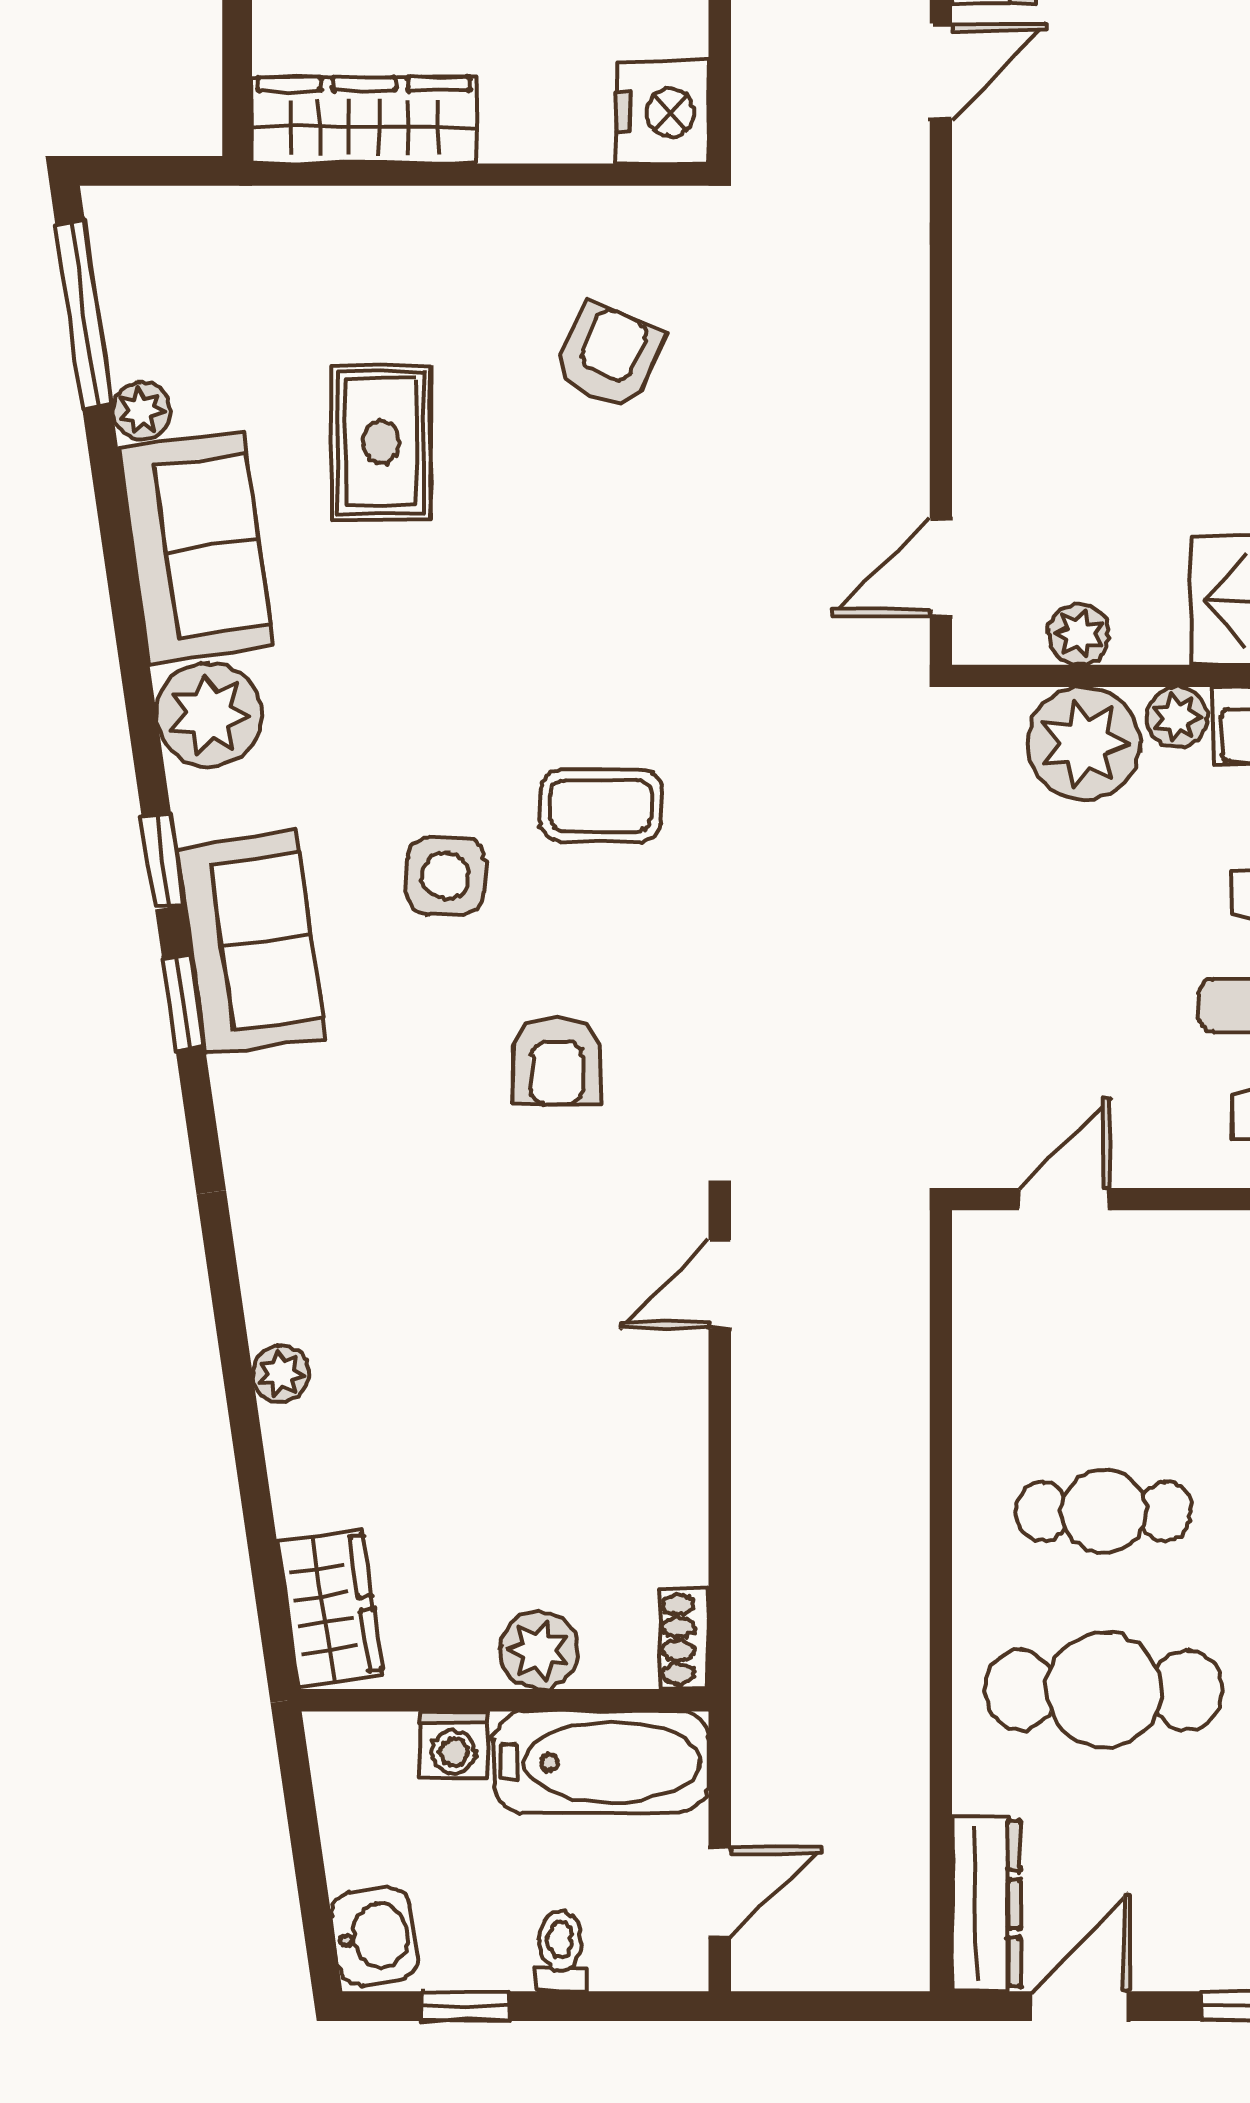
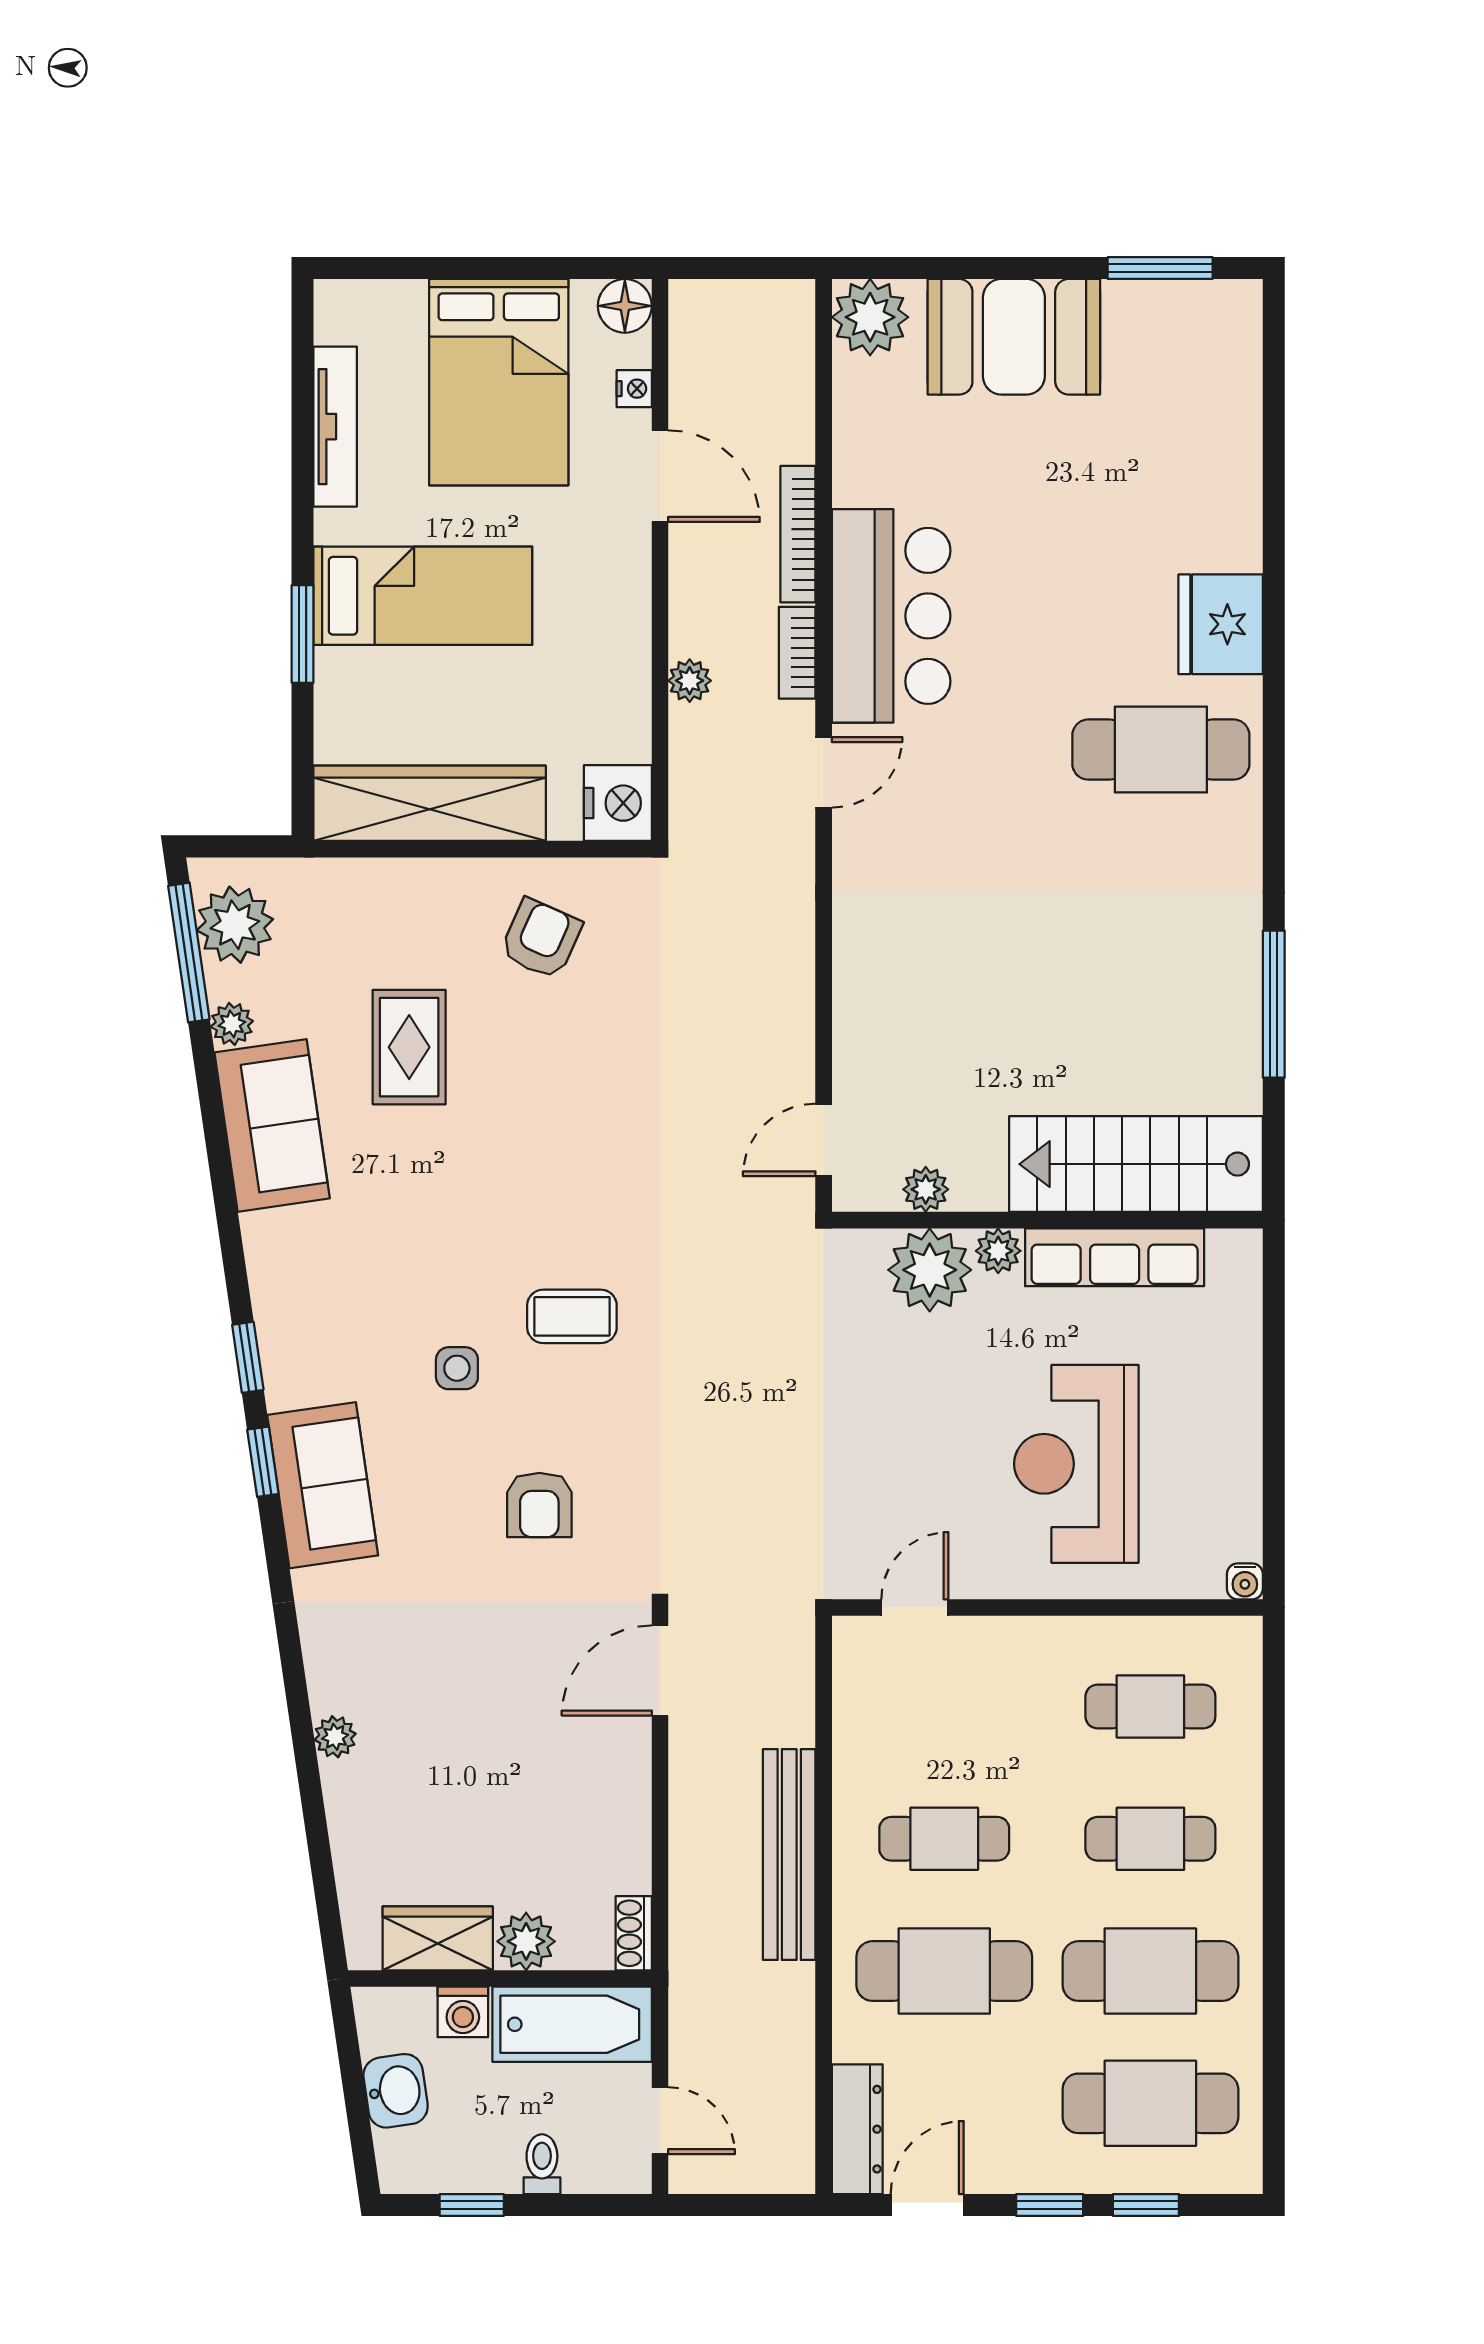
wardrobe: (364, 120) -> (430, 803), width x1.40, depth x1.17
armchair: (609, 356) -> (541, 939), moved
plant: (209, 715) -> (235, 925), moved
side table: (446, 876) -> (457, 1368), width x0.73, depth x0.73
sofa: (251, 943) -> (323, 1485), moved
door: (720, 1284) -> (660, 1670), width x1.38
bench: (894, 1533) -> (789, 1854), added
wardrobe: (330, 1608) -> (438, 1938), moved, turned -82
door: (720, 1892) -> (660, 2121), hinge flipped
washbasin: (375, 1936) -> (396, 2091), moved

